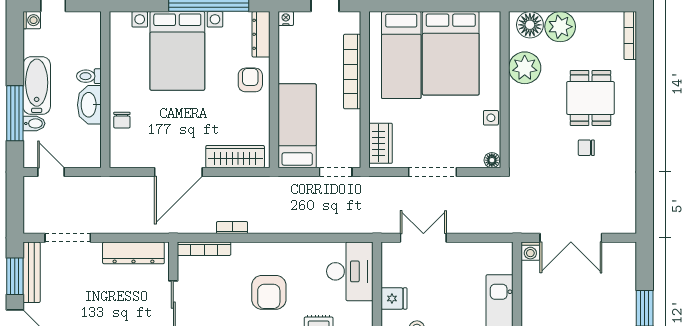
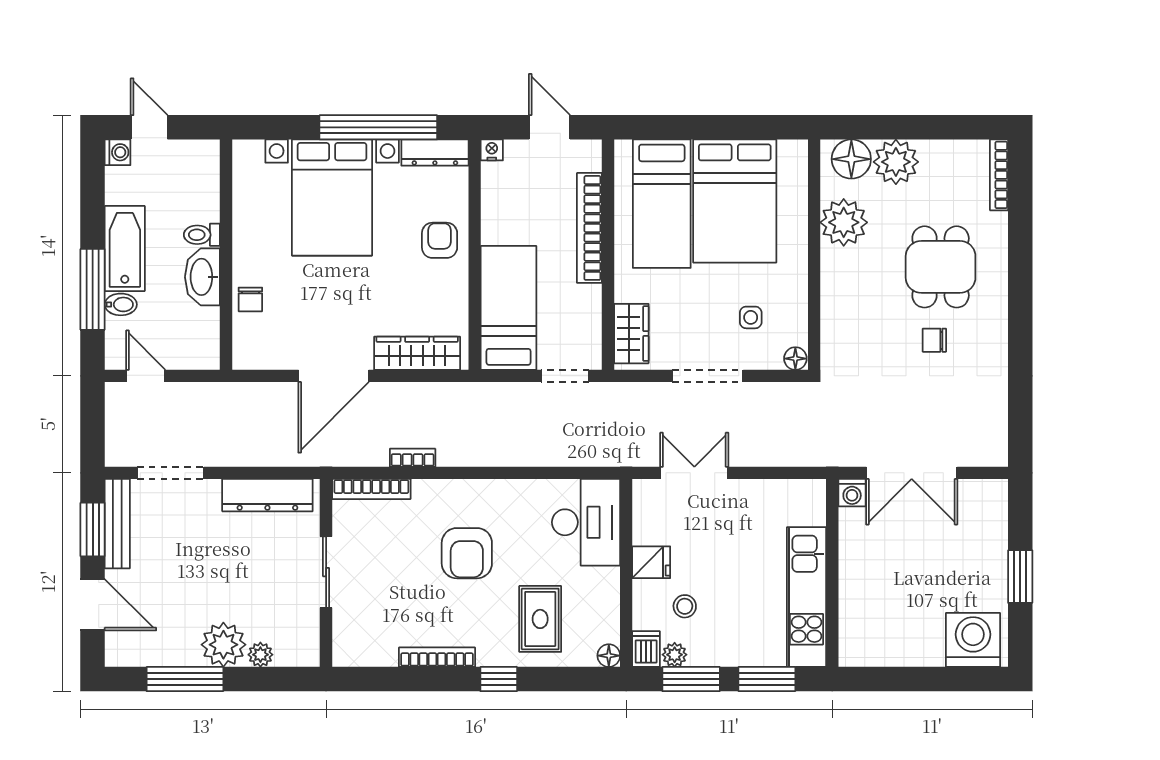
dresser: (261, 34) -> (435, 153), moved, turned -90
side table: (491, 118) -> (751, 317), moved

